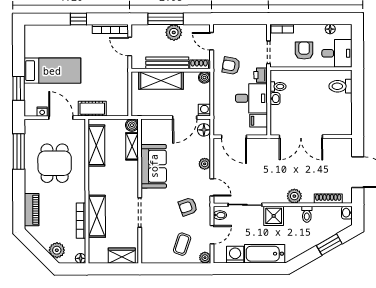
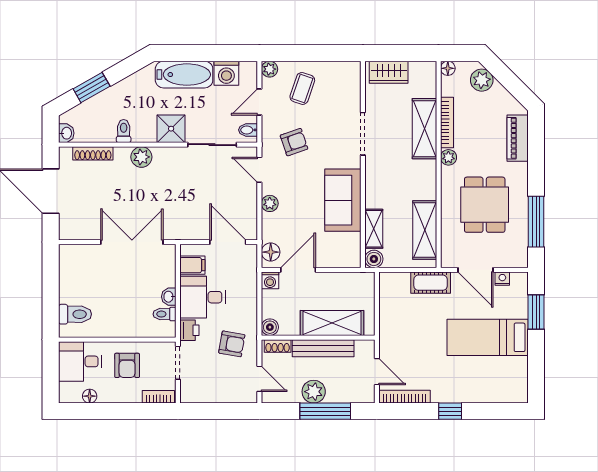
plant: (80, 196) -> (448, 157), added

